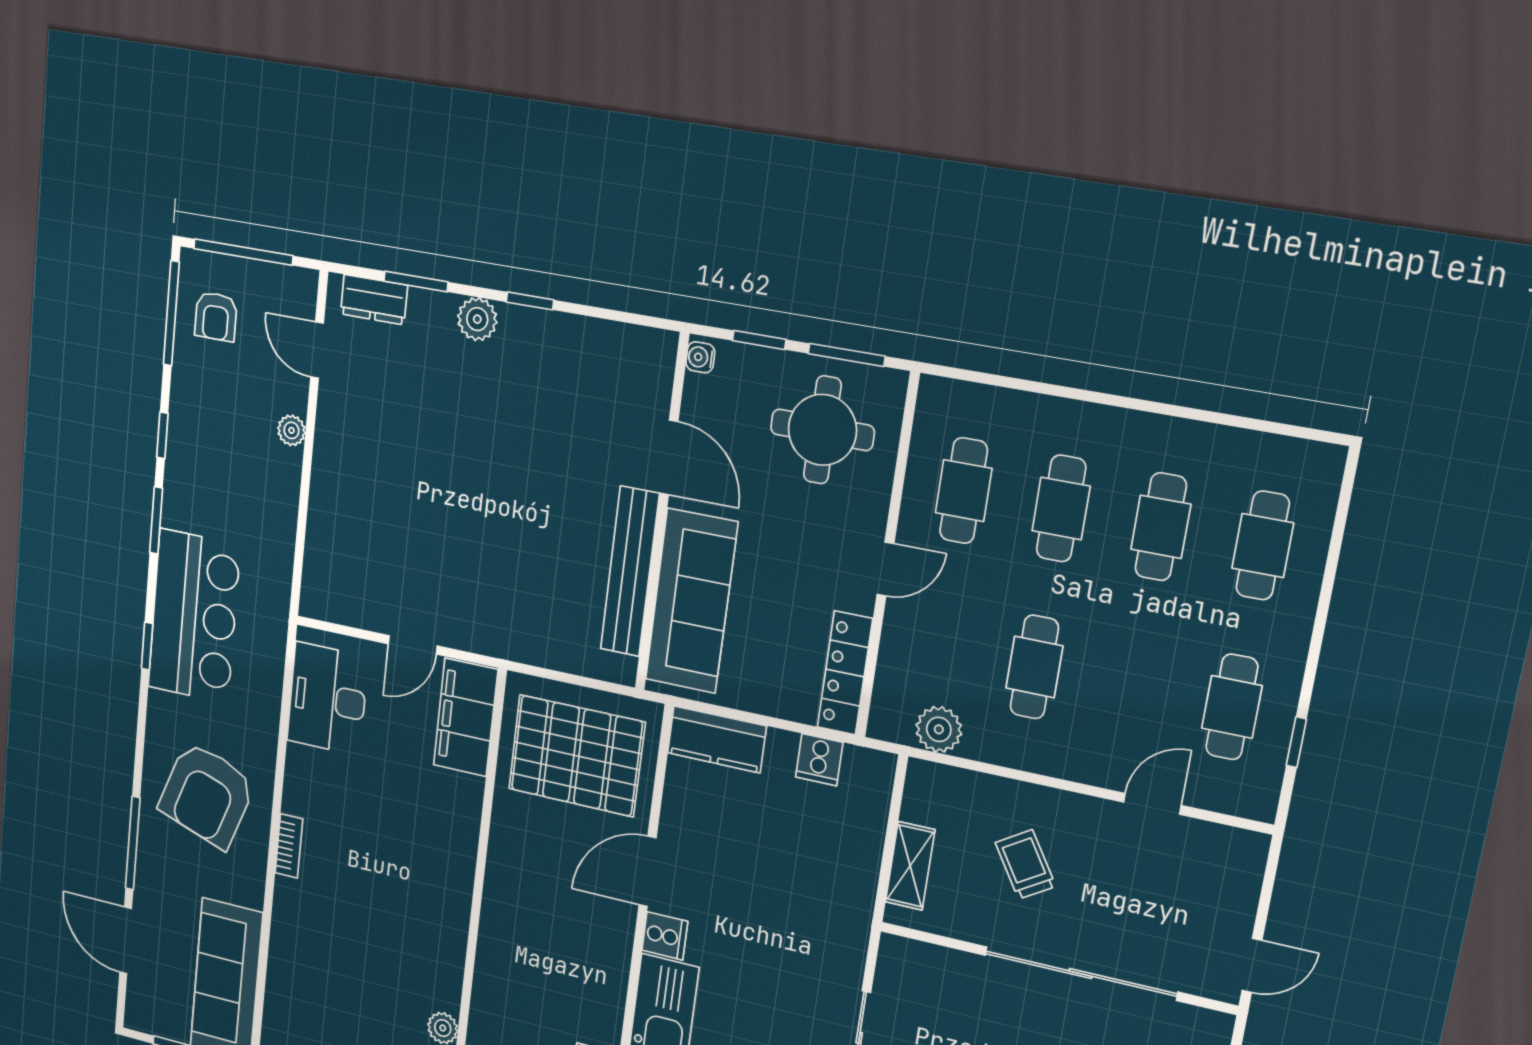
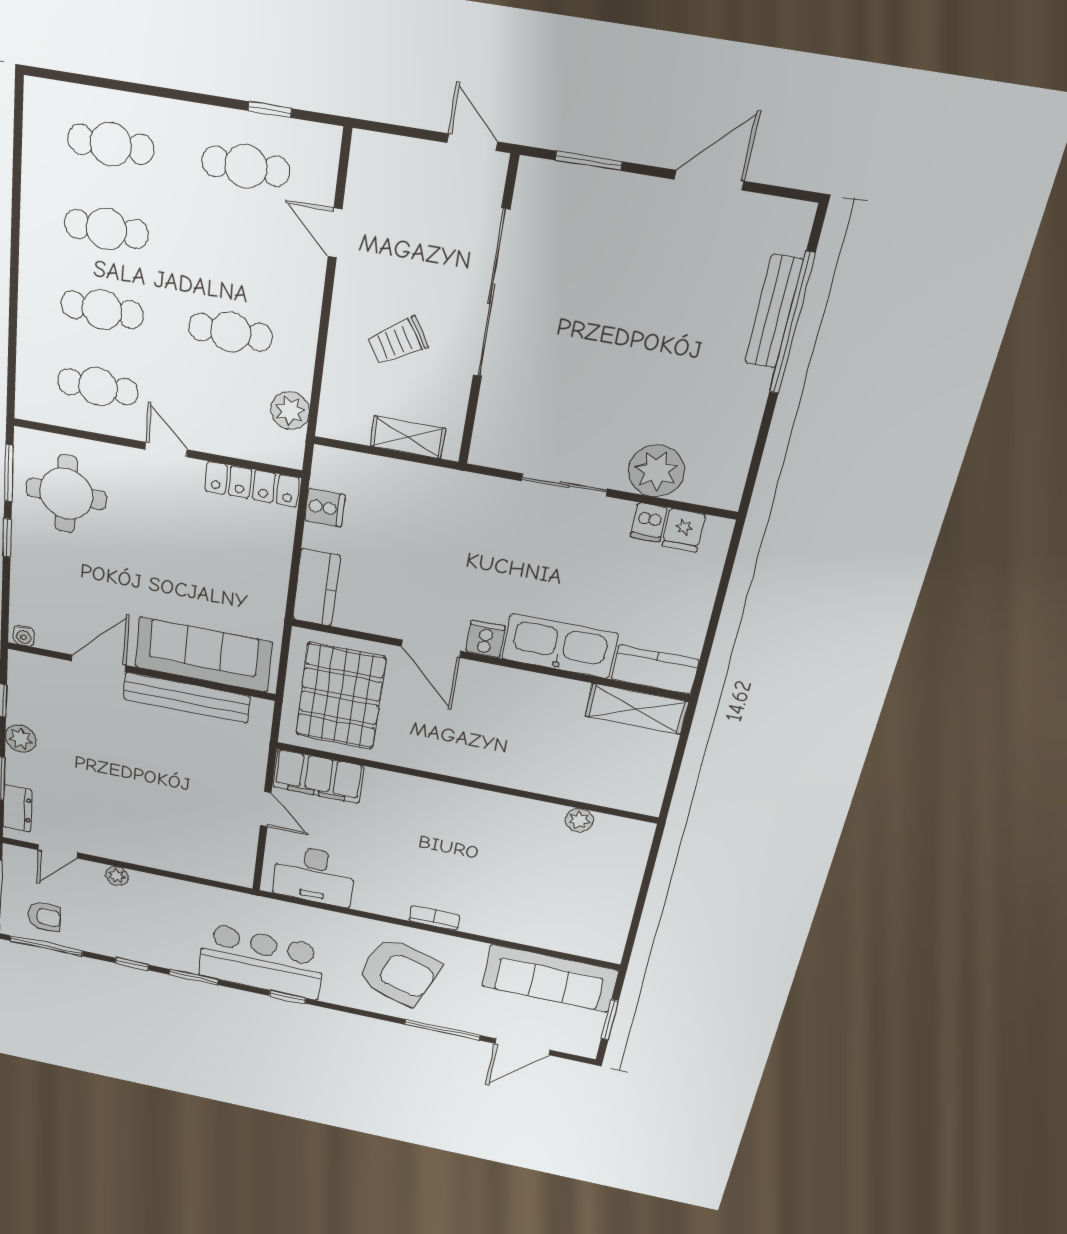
water cooler: (700, 357) -> (24, 636), moved
door: (669, 458) -> (99, 663), moved
wall: (662, 514) -> (141, 671), moved
bench: (630, 572) -> (186, 698), moved
sofa: (691, 601) -> (203, 655), moved

